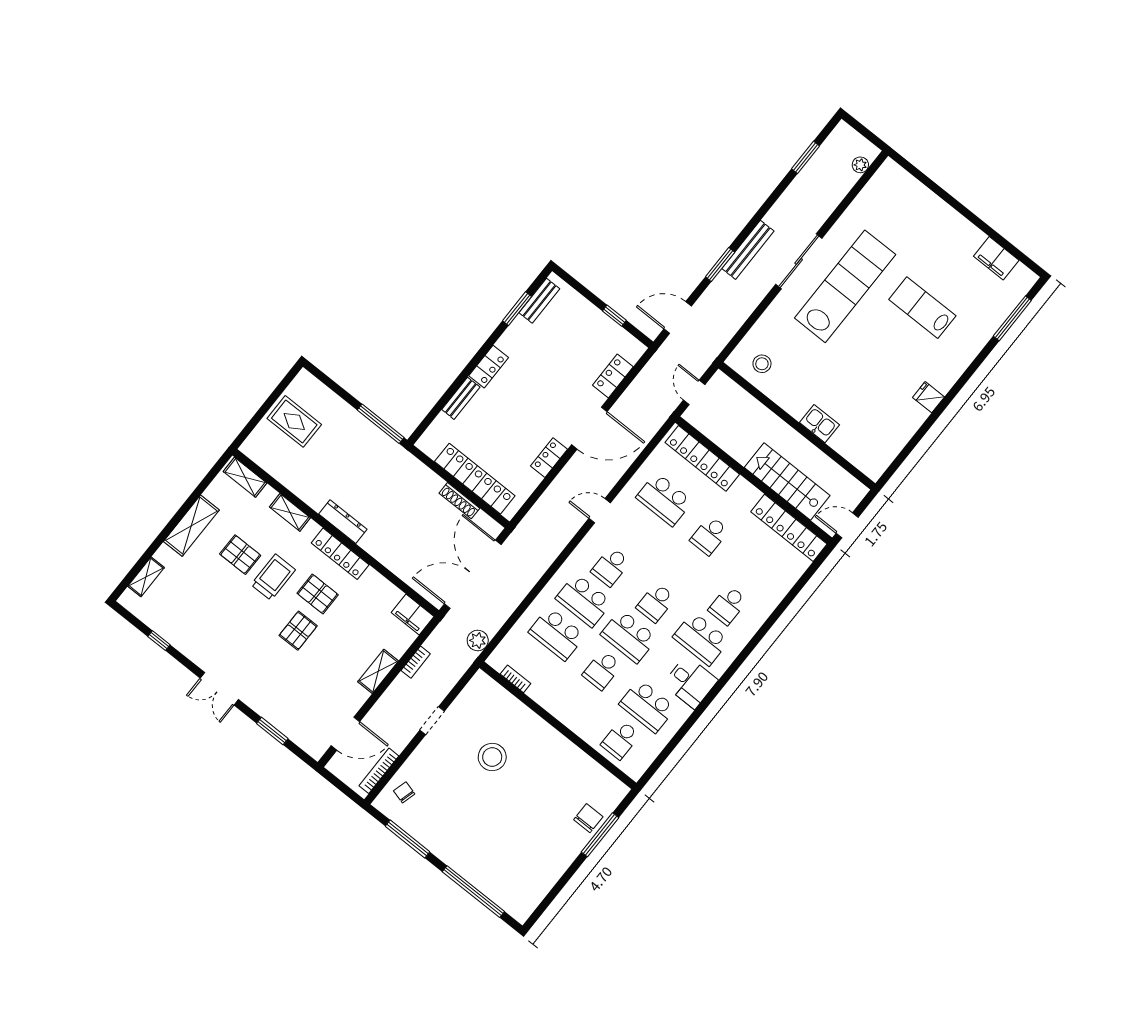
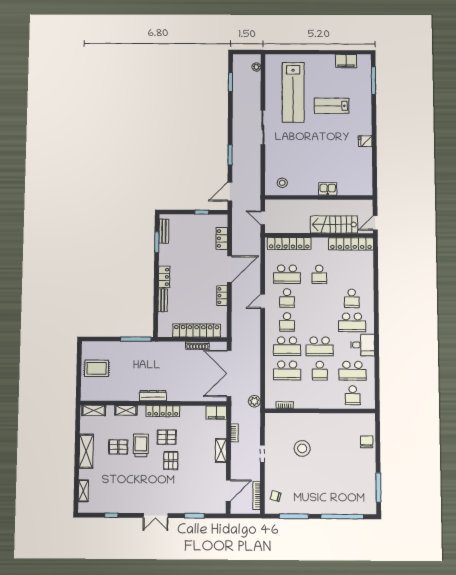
bench: (748, 250) -> (237, 139), removed
lab bench: (845, 286) -> (293, 92), moved, turned 180
school desk: (656, 603) -> (287, 298), moved
window: (600, 835) -> (378, 488), moved

